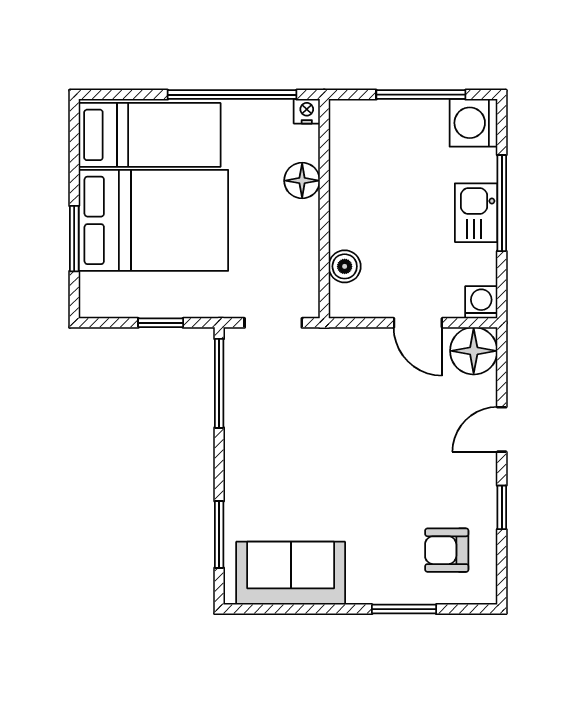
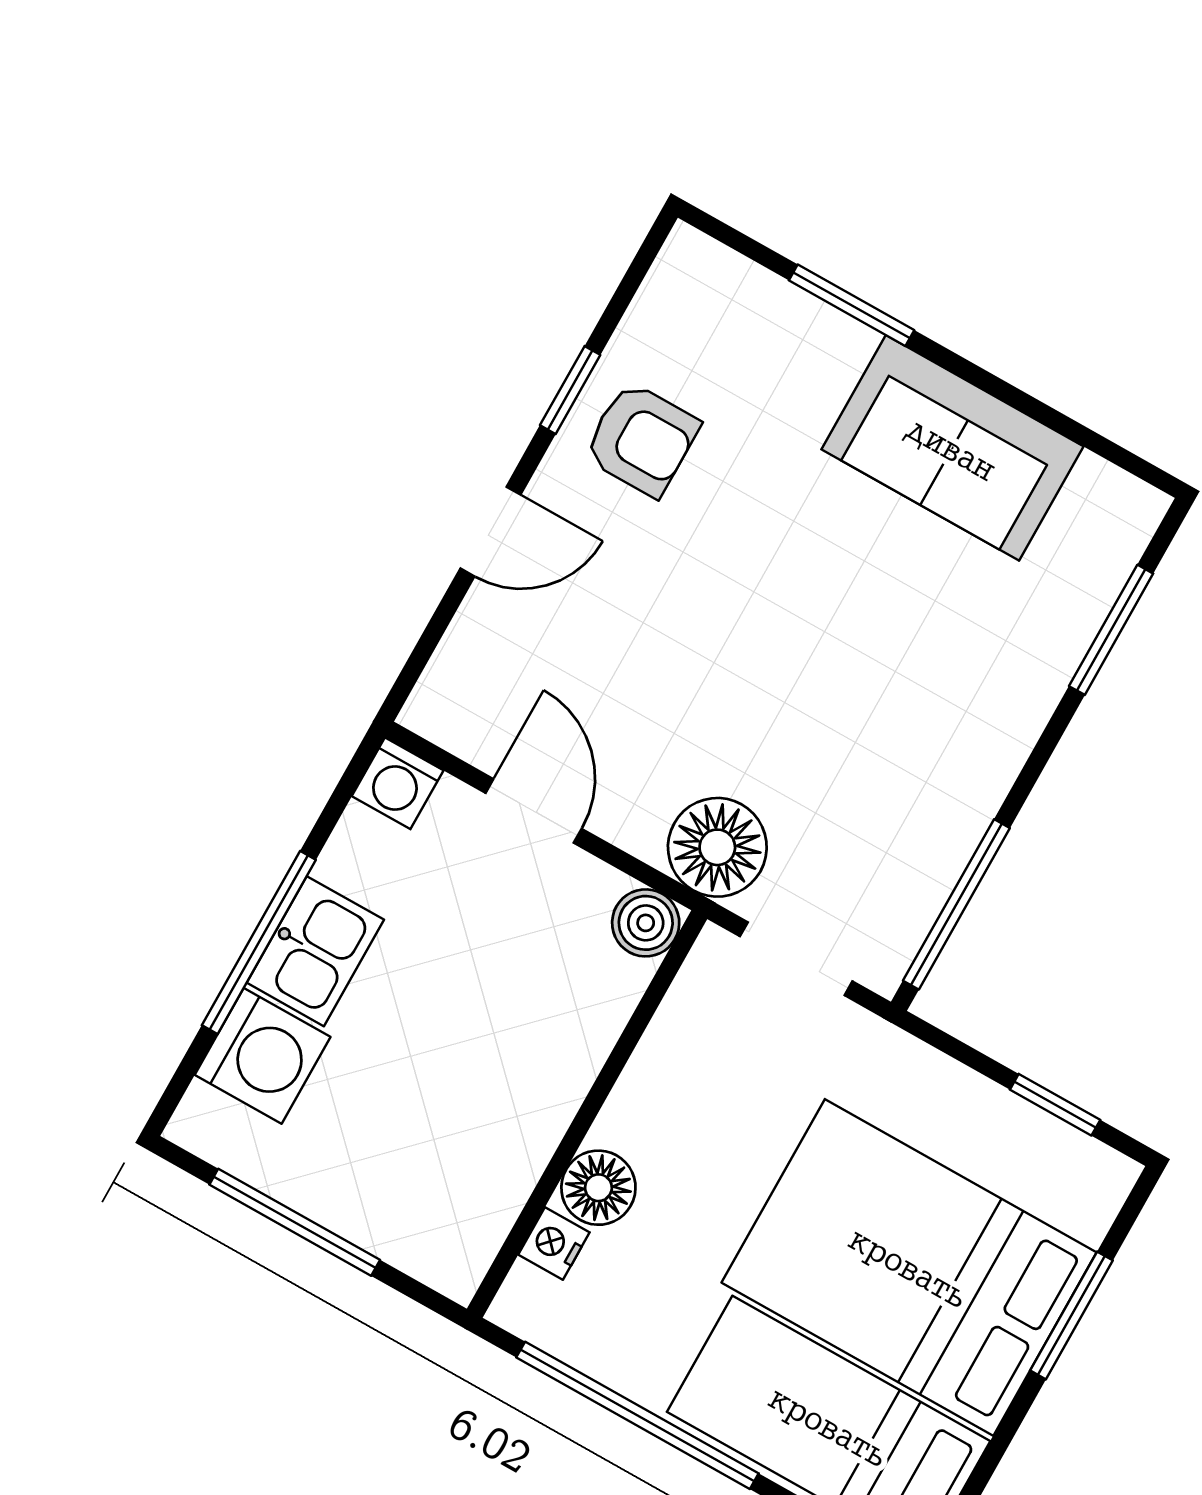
nightstand: (307, 111) -> (554, 1243), moved, turned 90
washing machine: (473, 123) -> (263, 1056), moved
boiler: (345, 266) -> (646, 923), moved
window: (161, 323) -> (1055, 1105), moved
floor lamp: (474, 351) -> (717, 847), moved
armchair: (447, 550) -> (641, 439), moved
sofa: (291, 573) -> (952, 448), moved

